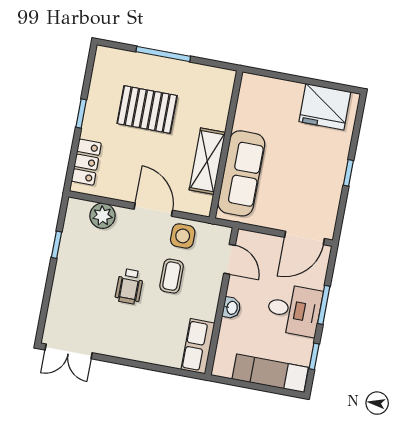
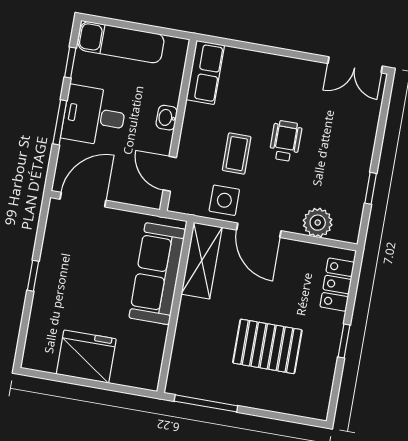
window: (163, 54) -> (206, 403), moved
fridge: (325, 107) -> (86, 357), moved
shelving: (207, 161) -> (202, 261), moved
double door: (69, 351) -> (355, 65), swing flipped

